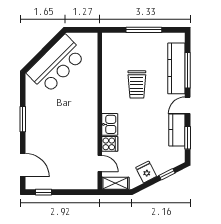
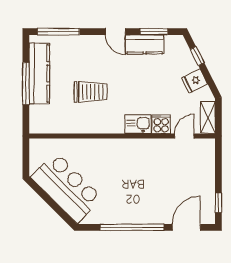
kitchen counter: (176, 68) -> (39, 73), moved, turned -90
window: (188, 70) -> (59, 32), moved
window: (23, 119) -> (132, 227), width x2.11

